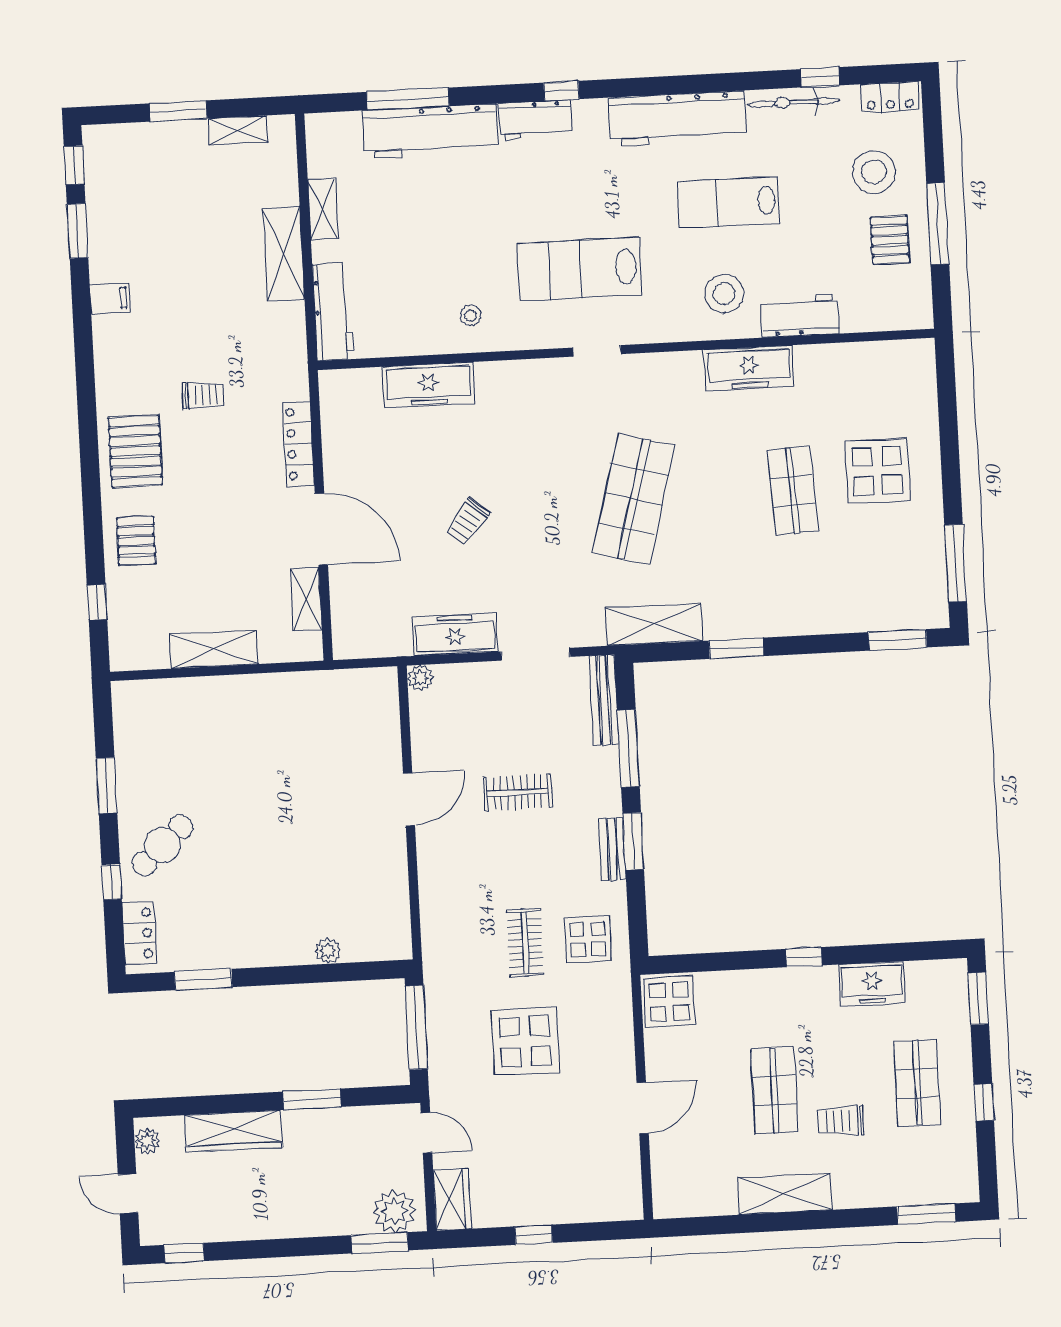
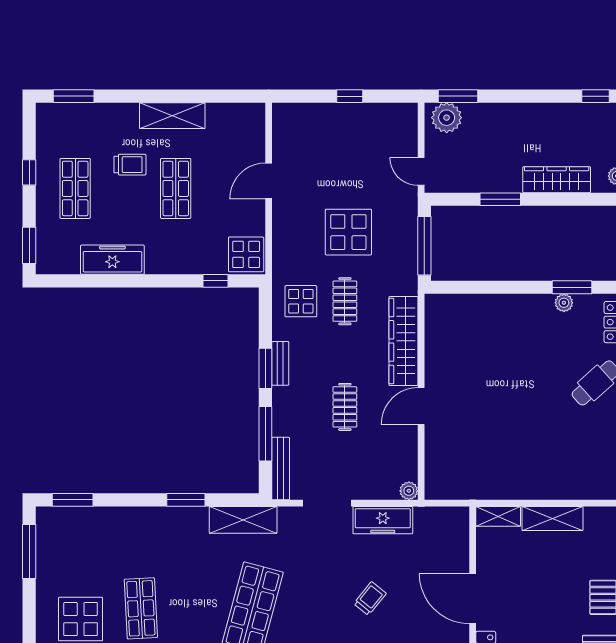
shelving: (306, 599) -> (498, 516), moved, turned 90
clothes rail: (517, 792) -> (345, 407), turned 90
plant: (328, 951) -> (564, 303), moved
window: (804, 957) -> (216, 281), moved
freezer: (872, 984) -> (112, 260), width x1.40
wardrobe: (452, 1200) -> (404, 341), moved, width x2.10, depth x1.17

